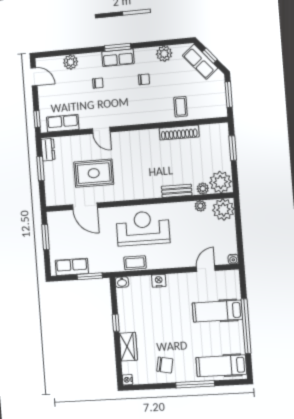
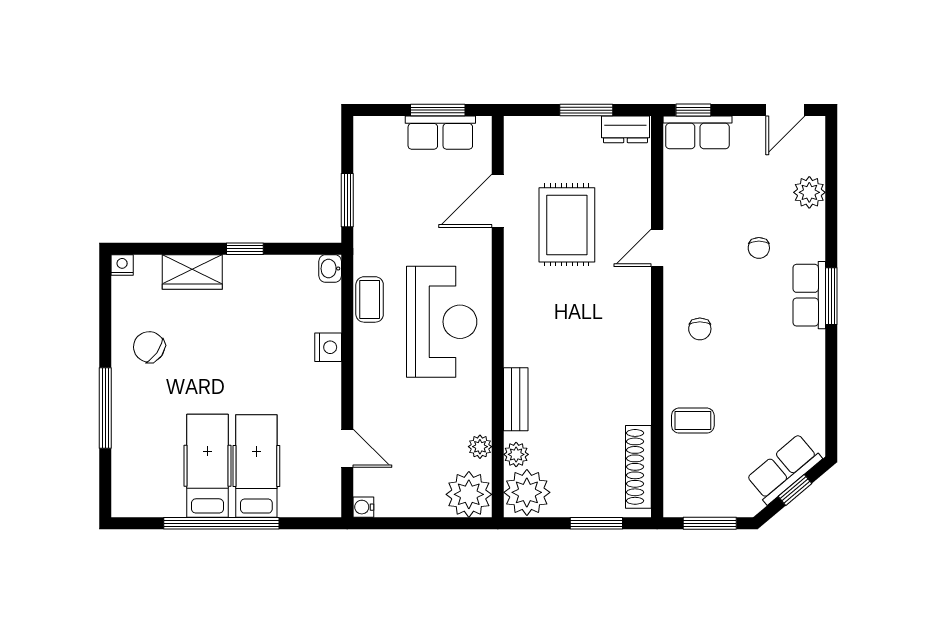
plant: (164, 54) -> (808, 394), removed
chair: (144, 79) -> (700, 329), moved
row of seats: (63, 123) -> (697, 132), moved, turned 90
shoe rack: (179, 133) -> (638, 467), moved
row of seats: (72, 267) -> (440, 133), moved, turned 90
chair: (165, 365) -> (149, 347), turned 114
hospital bed: (221, 366) -> (207, 466), moved

